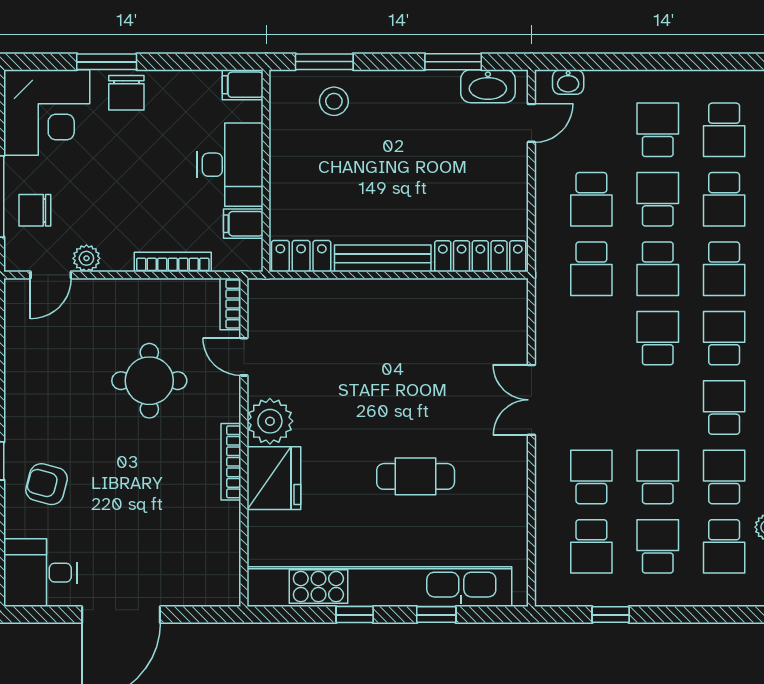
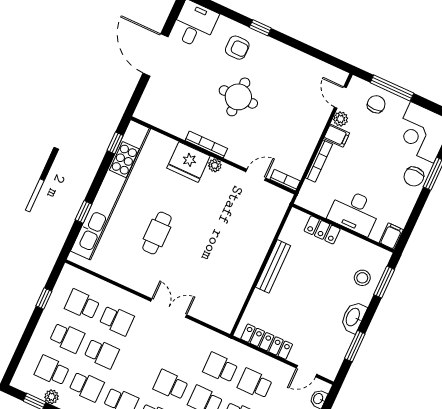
washbasin: (488, 86) -> (353, 317), moved
chair: (126, 93) -> (414, 176), turned -90
door: (531, 123) -> (307, 371), hinge flipped
filing cabinet: (243, 224) -> (337, 136), moved, turned 90
locker: (301, 256) -> (322, 230), moved, turned 90
locker: (480, 256) -> (267, 342), moved, turned -90
school desk: (658, 338) -> (171, 385), turned 180
round table: (149, 381) -> (238, 97), moved
plant: (270, 421) -> (215, 165), width x0.53, depth x0.53
armchair: (47, 484) -> (237, 48), turned 75
window: (355, 615) -> (115, 143), moved

